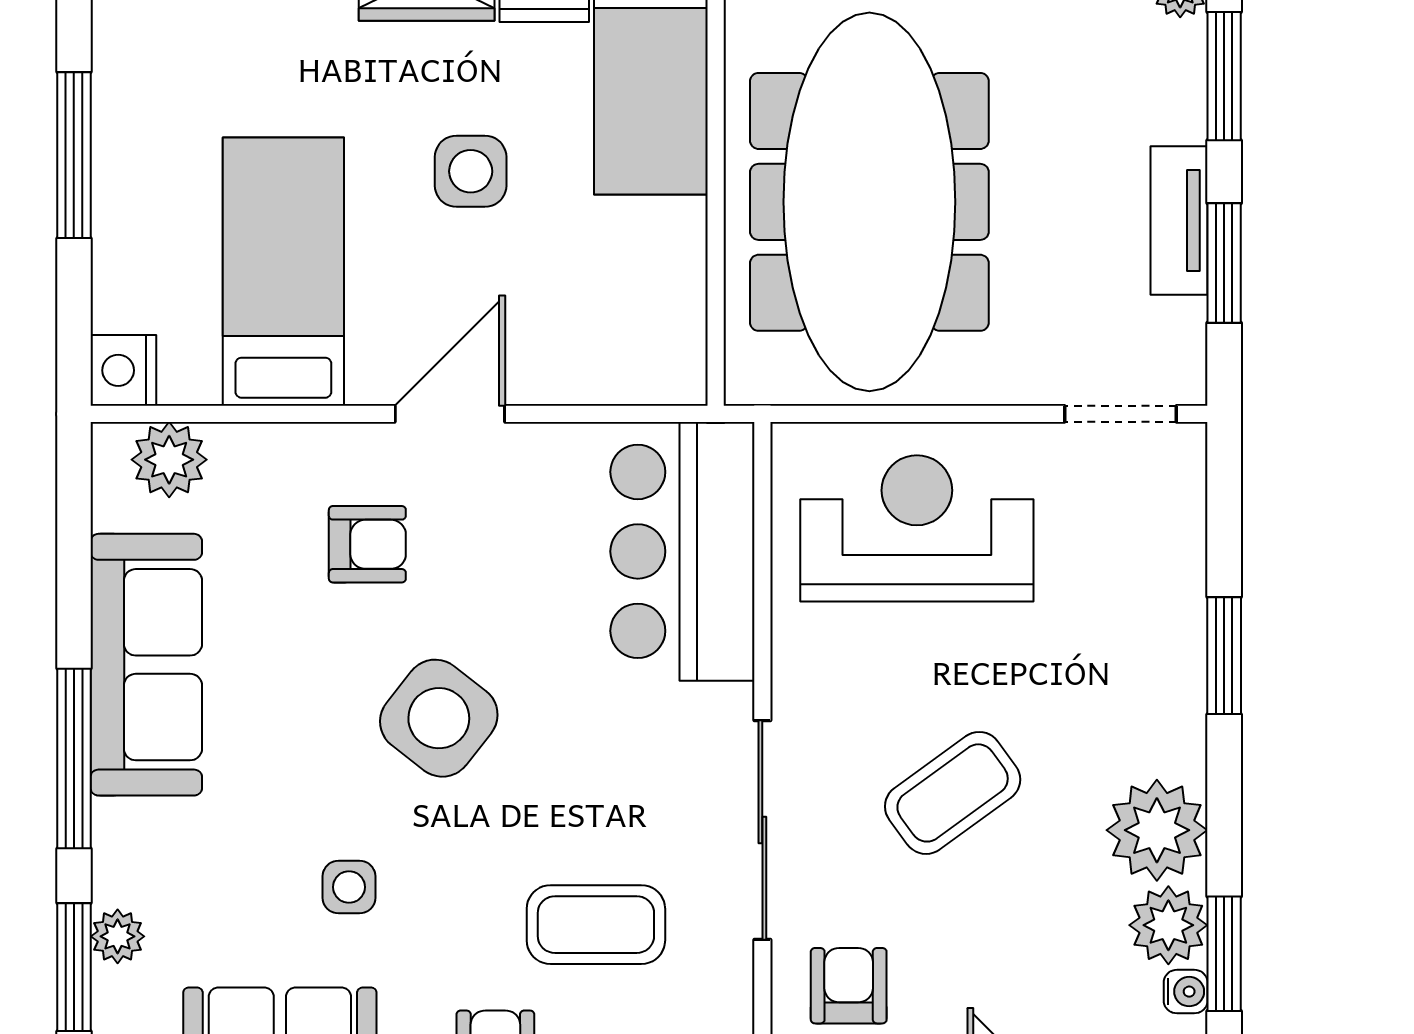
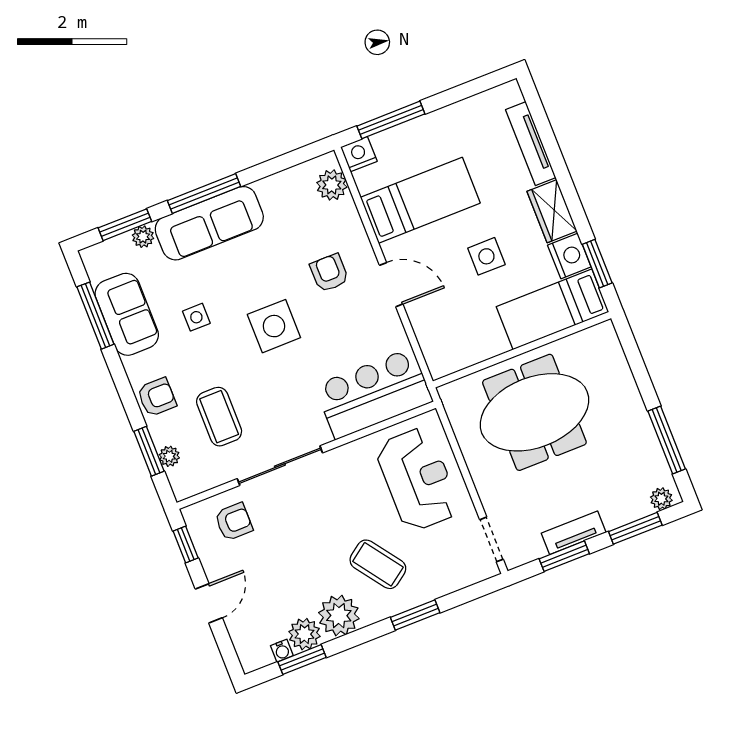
window: (74, 155) -> (391, 120), moved
meeting table: (869, 202) -> (534, 412), width x0.73
armchair: (367, 544) -> (329, 273), turned 180
sofa: (146, 665) -> (209, 223), moved
side table: (439, 718) -> (274, 326), turned -38
coffee table: (953, 793) -> (378, 564), moved

